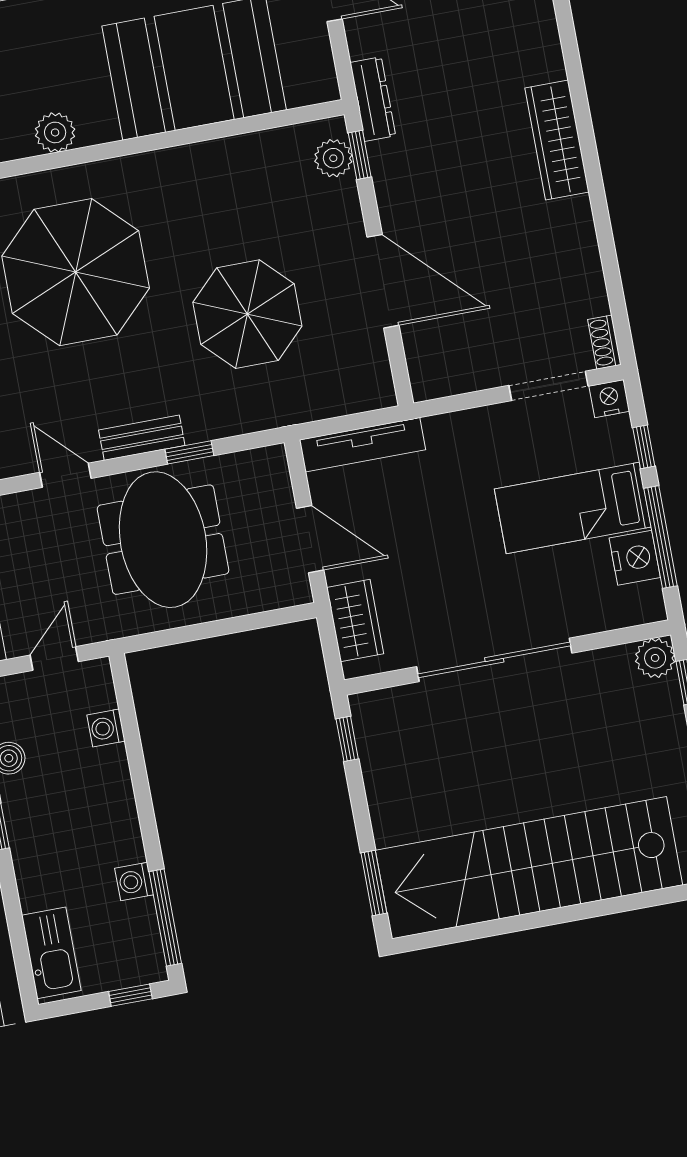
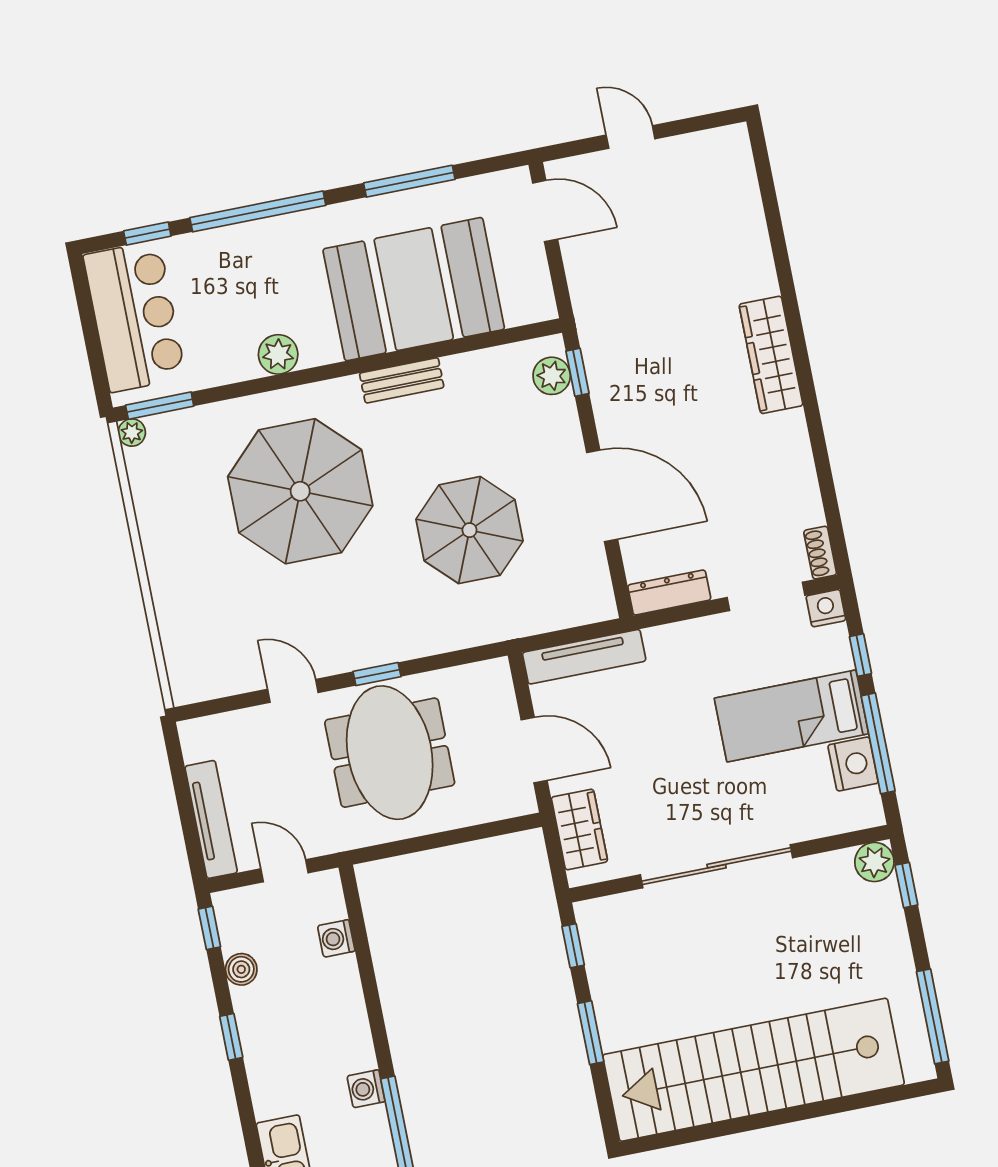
dresser: (373, 99) -> (669, 592), moved, turned -90
bench: (142, 438) -> (402, 380), moved
window: (189, 452) -> (377, 674), moved
door: (54, 658) -> (285, 871), hinge flipped
window: (374, 883) -> (591, 1033), moved

